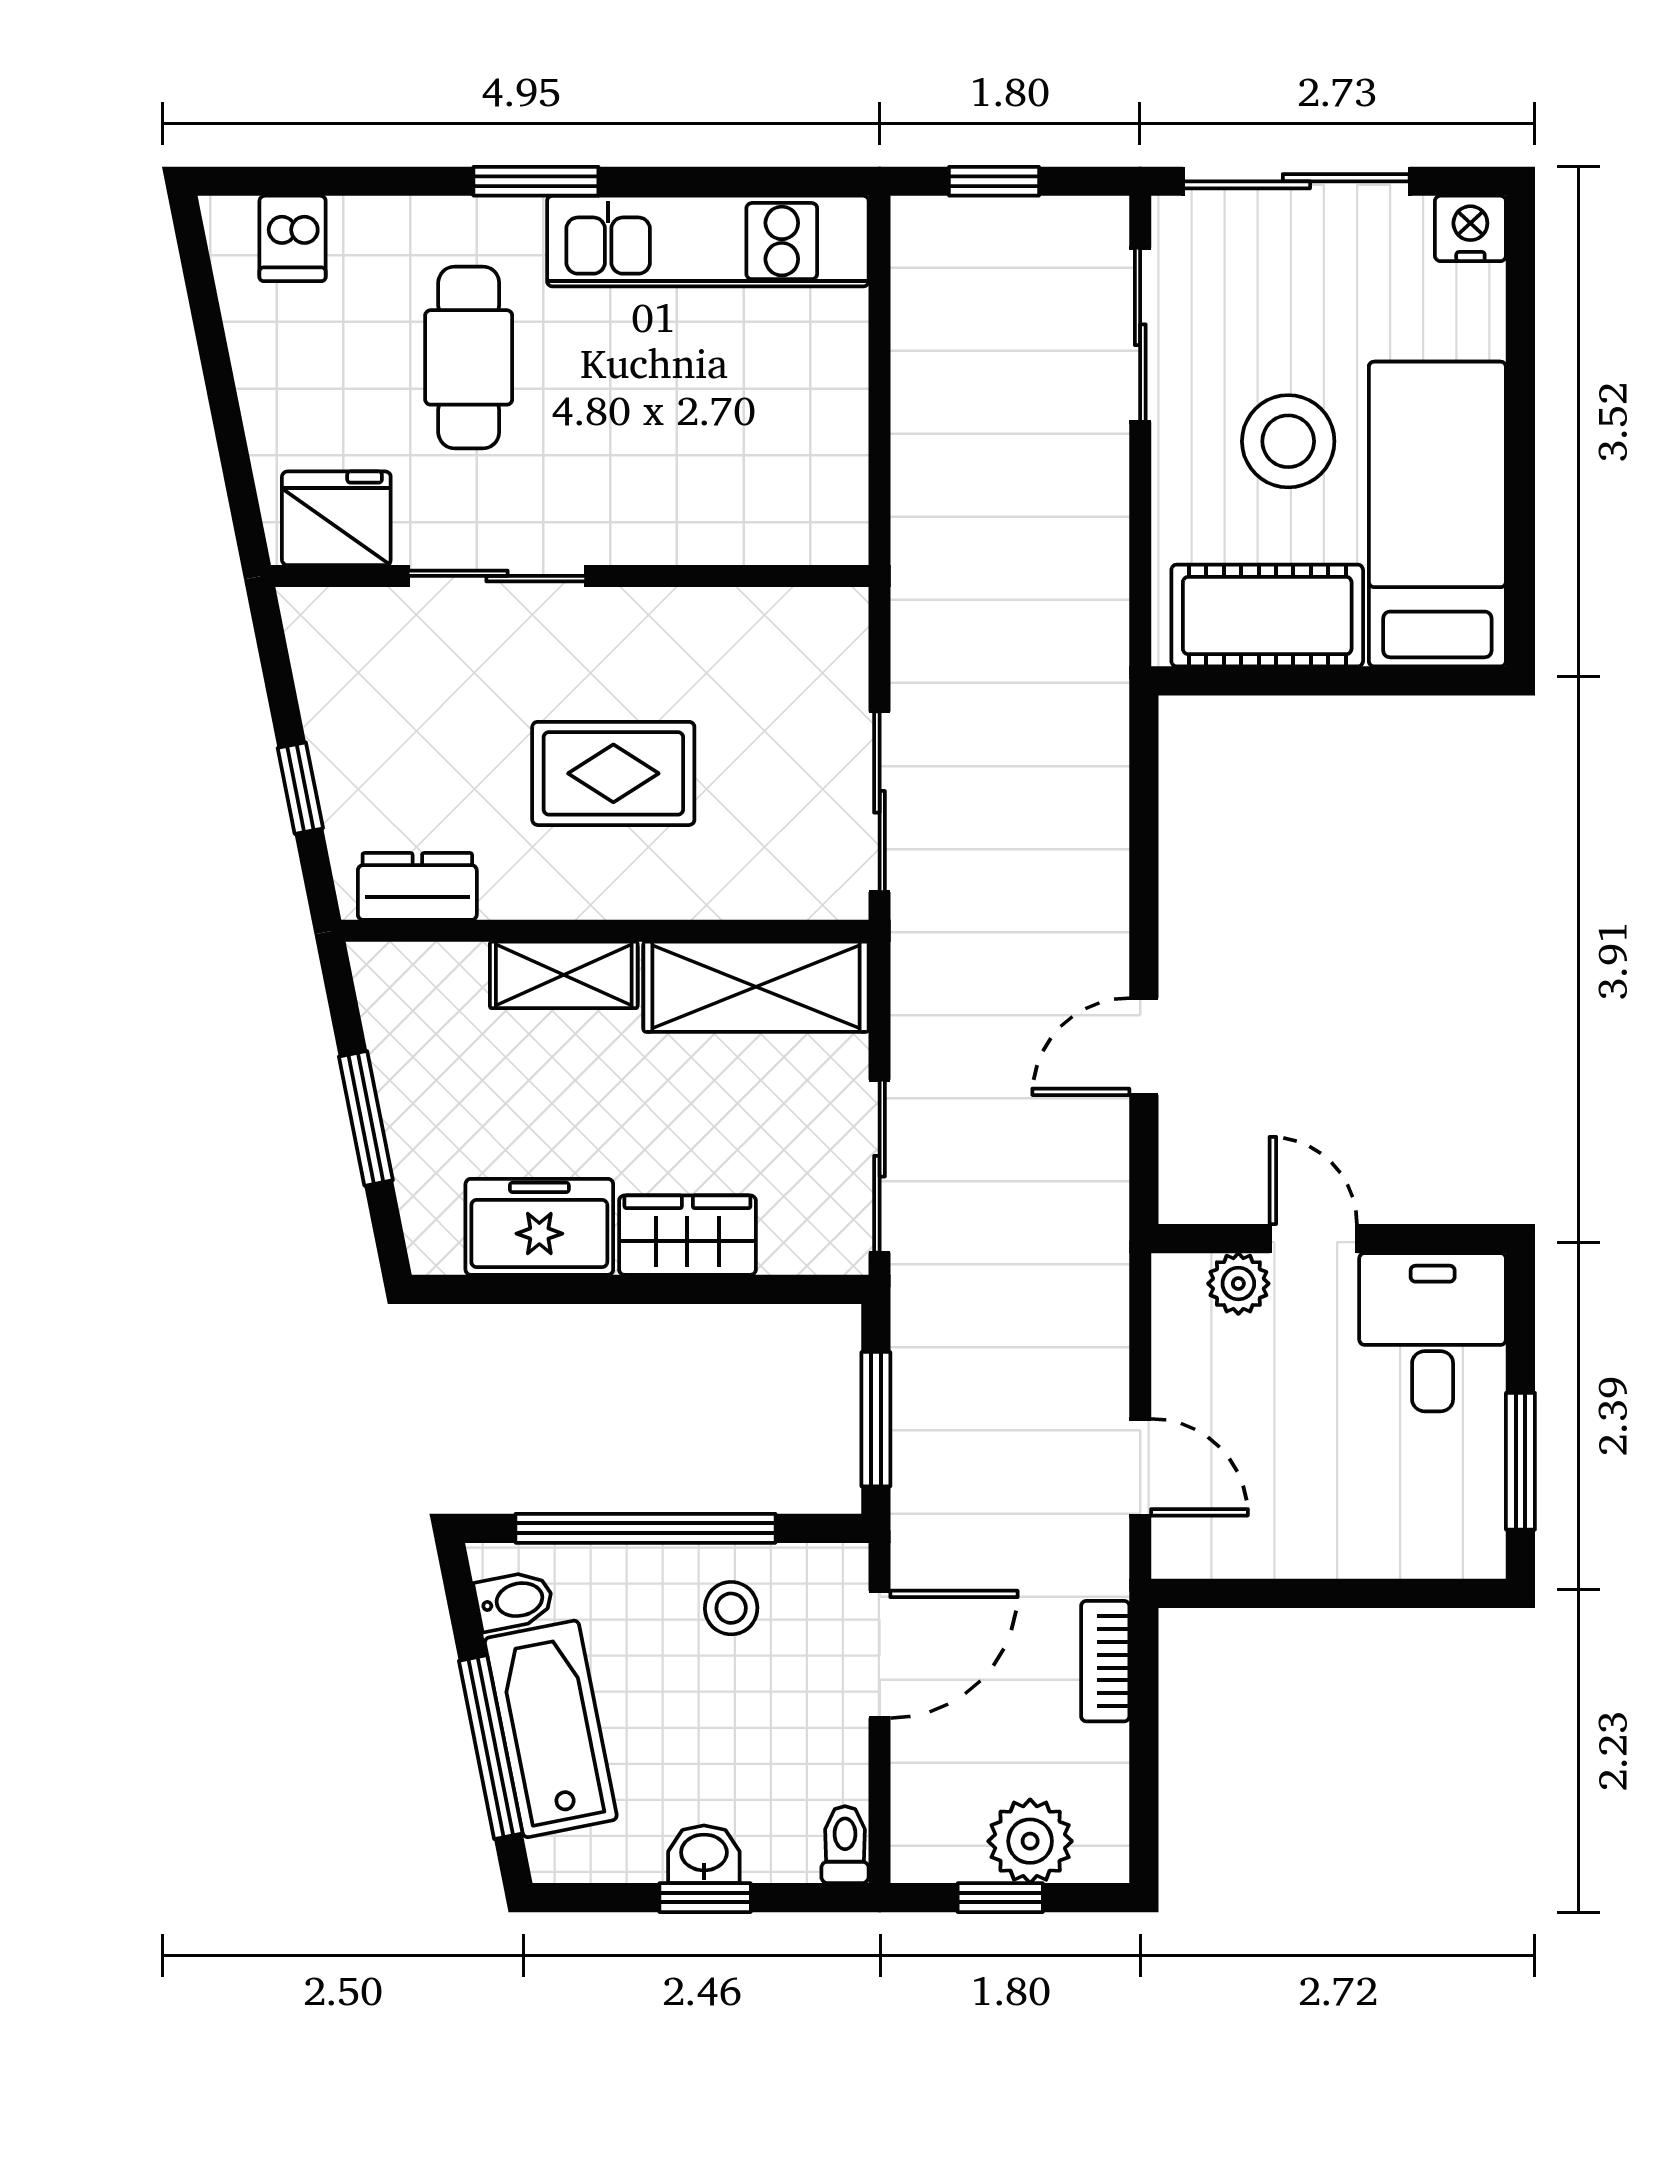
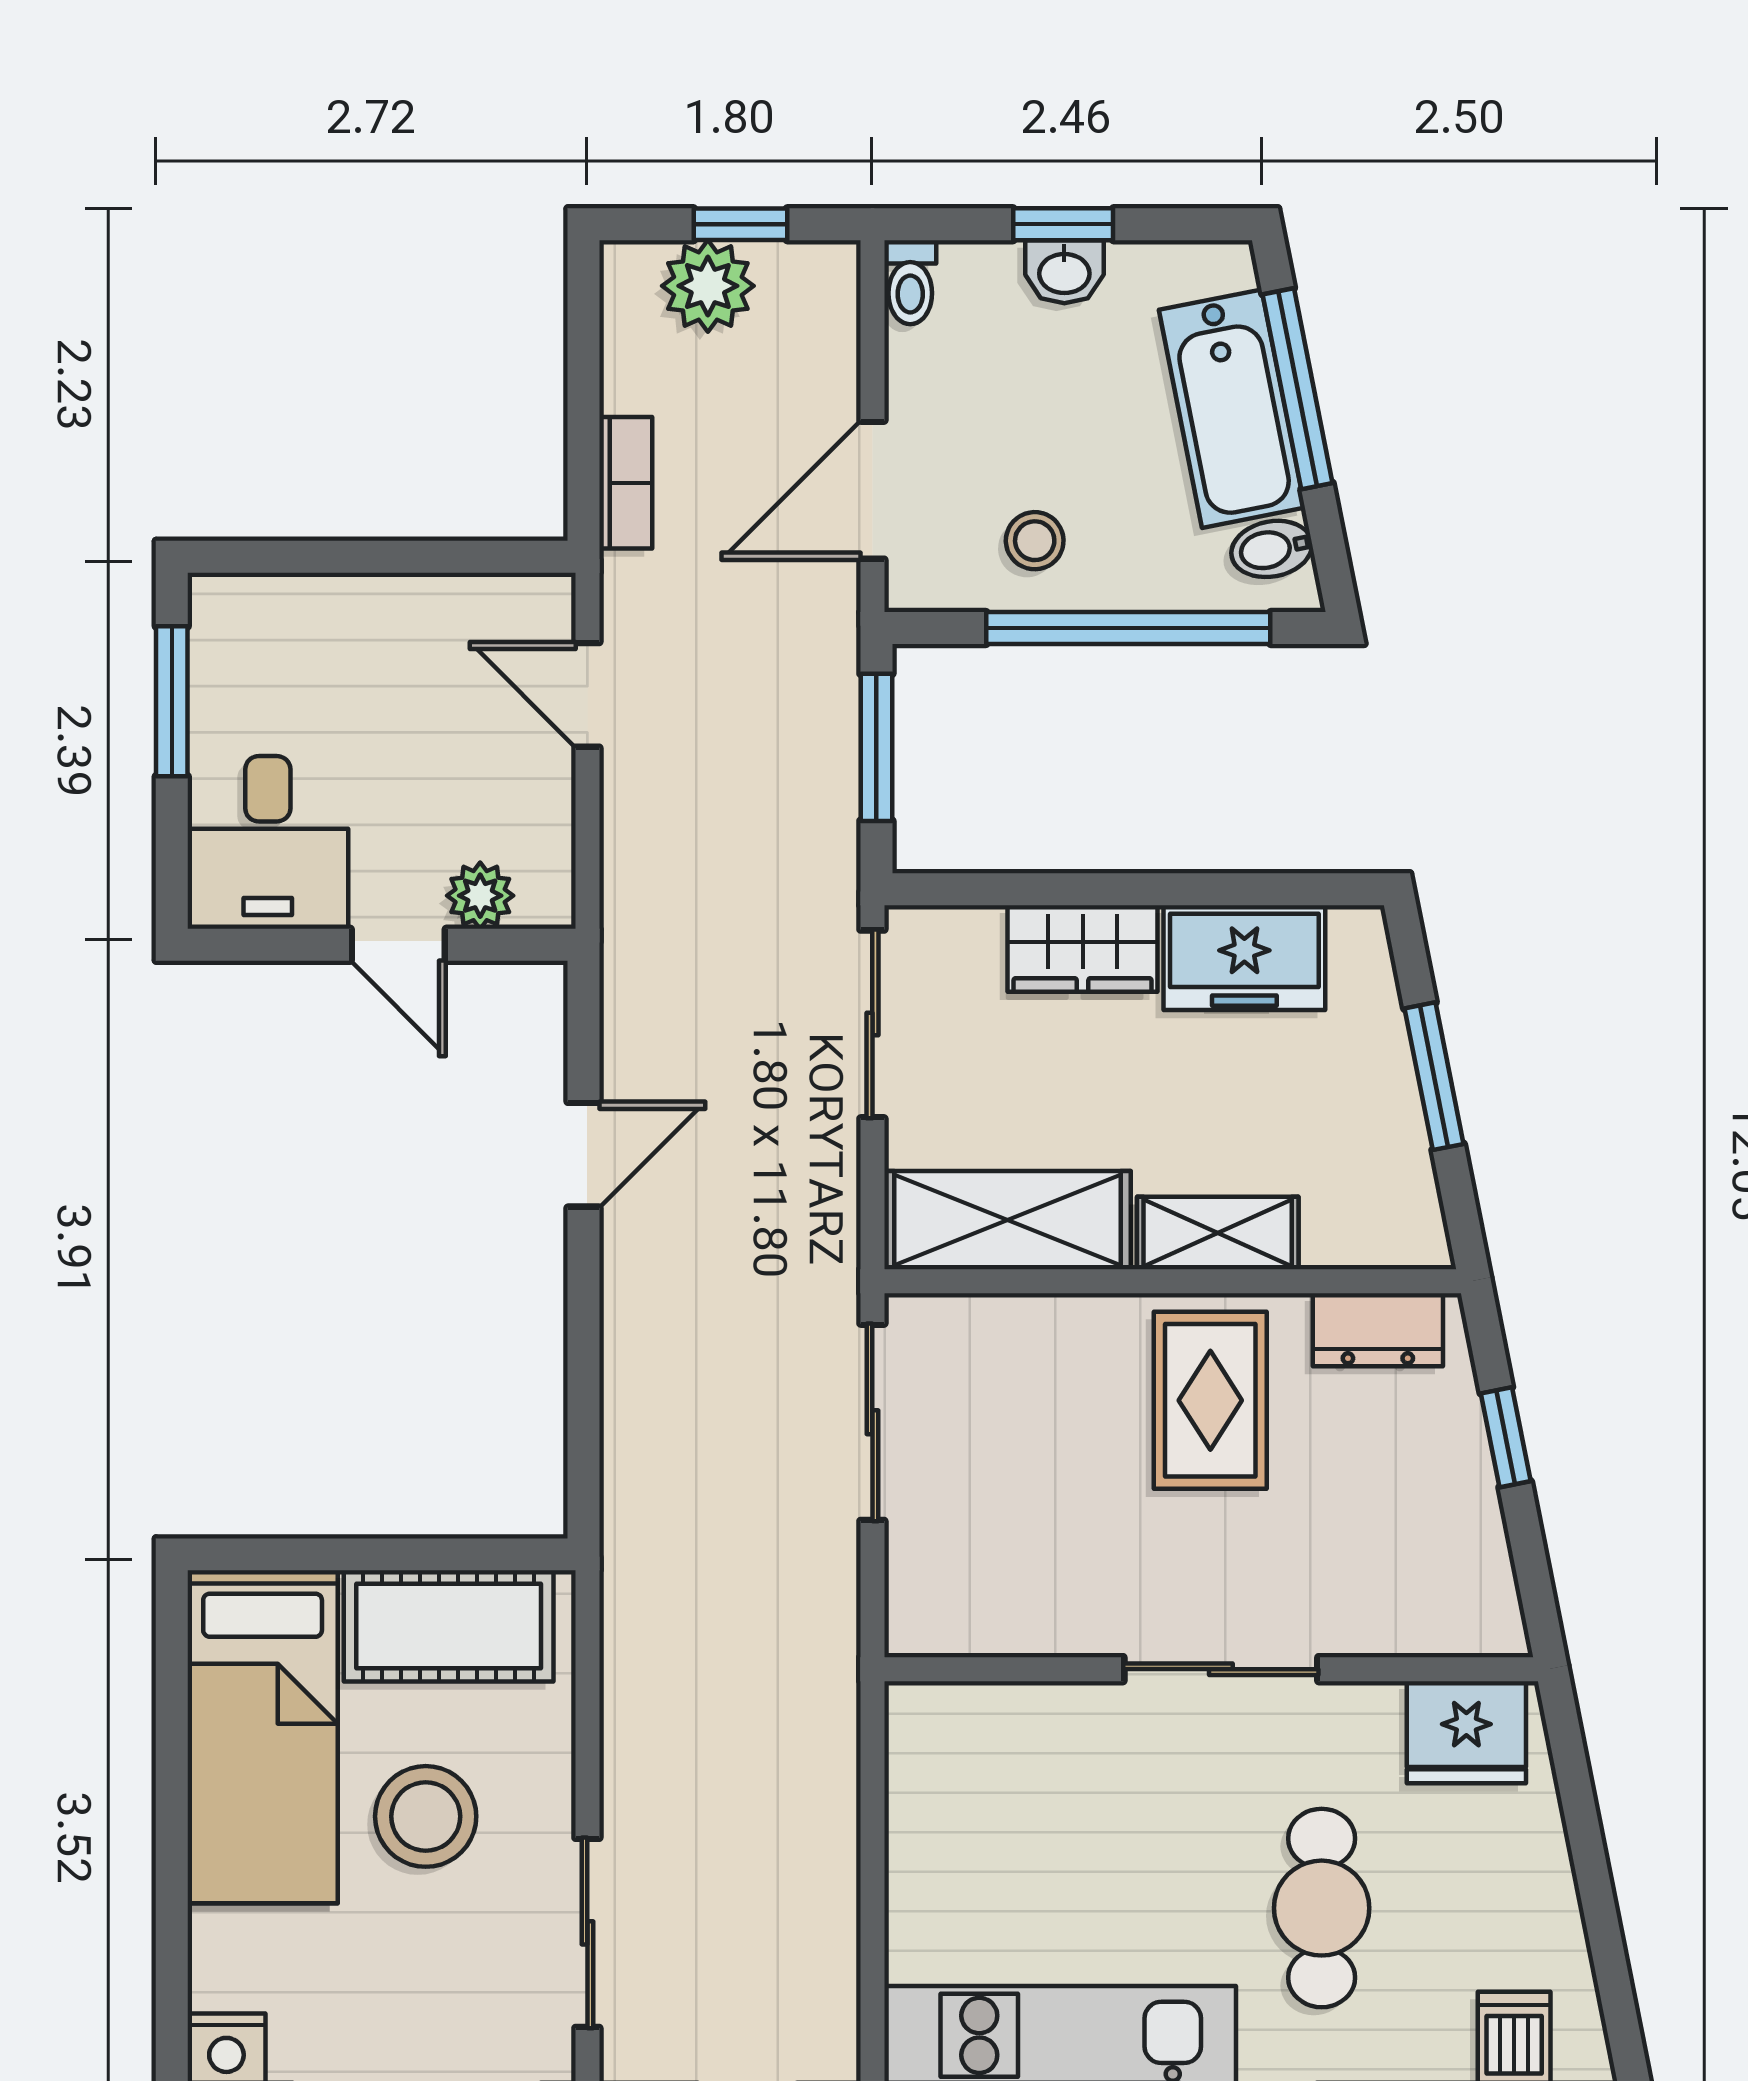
sliding door: (497, 576) -> (1221, 1669), moved
rug: (613, 773) -> (1210, 1400), moved, turned 90

